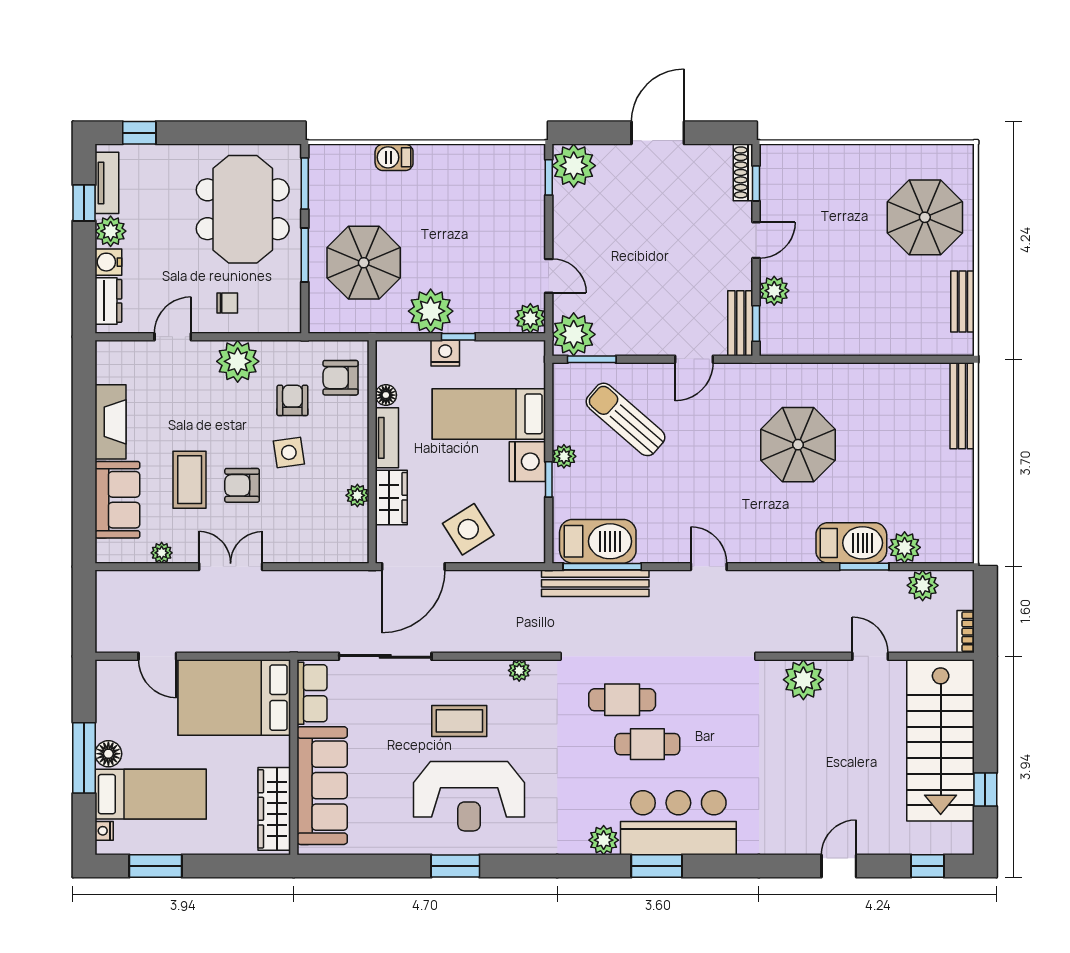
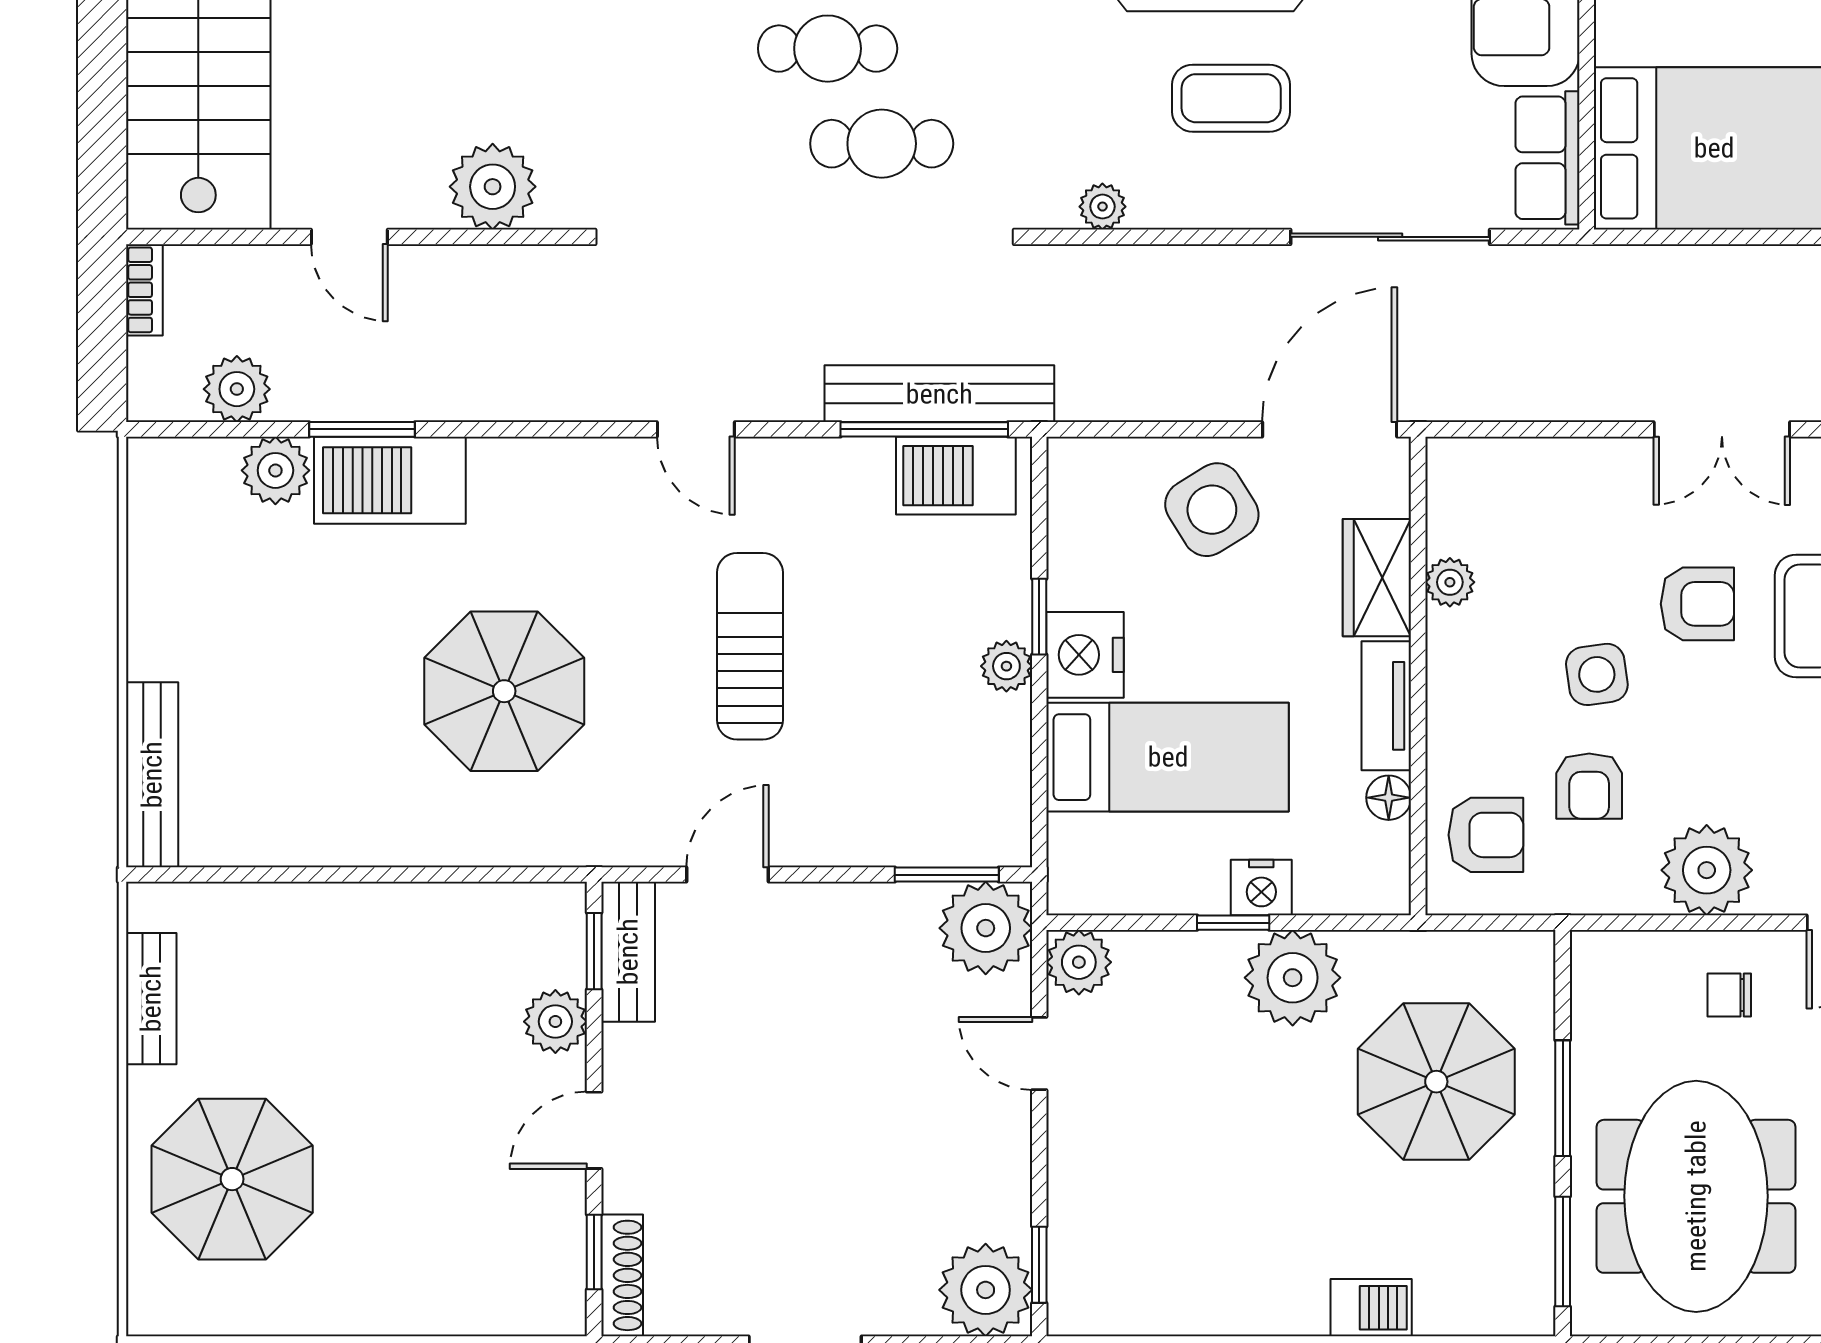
sun lounger: (625, 419) -> (750, 646), moved, turned -131
barbecue: (598, 541) -> (956, 476), width x0.73, depth x0.83

